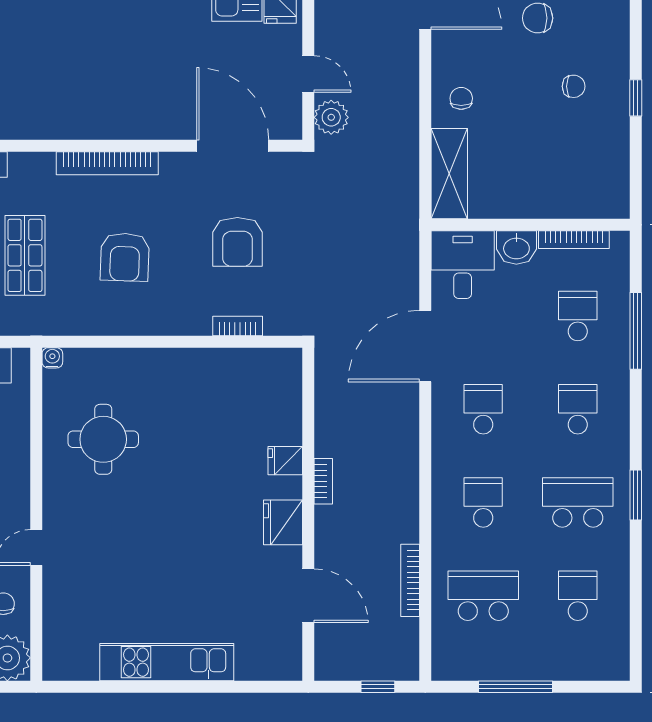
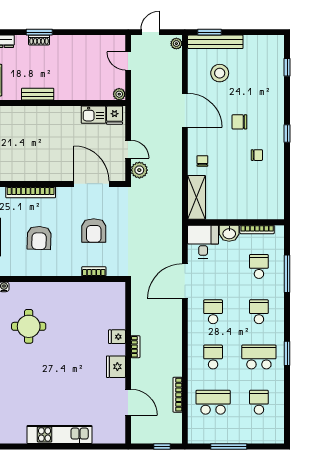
window: (636, 98) -> (287, 133), moved

